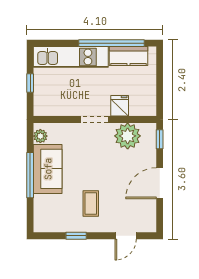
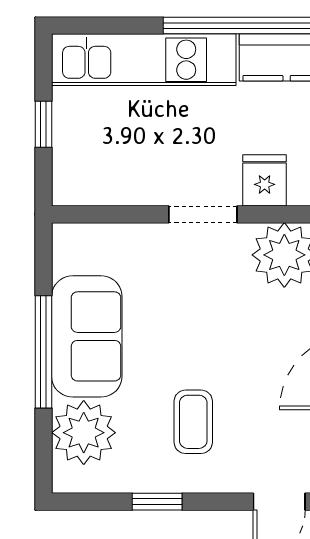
plant: (40, 136) -> (84, 433), moved, width x1.88, depth x1.88

